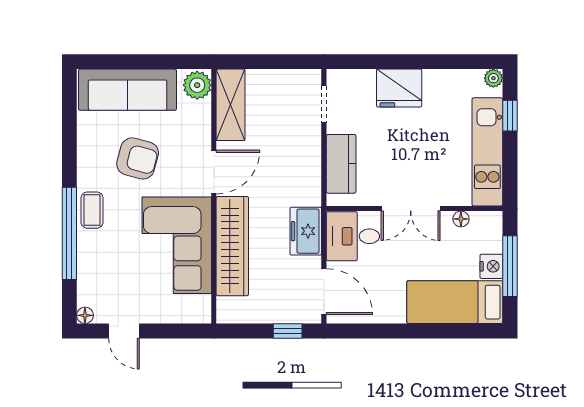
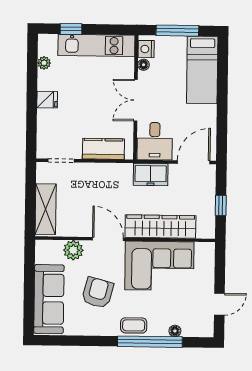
plant: (493, 78) -> (44, 63), moved
plant: (197, 85) -> (73, 250), moved
fridge: (399, 88) -> (47, 100), width x0.53, depth x0.75
shelving: (231, 105) -> (46, 209), moved, turned 90
double door: (411, 209) -> (136, 100), swing flipped
nightstand: (491, 266) -> (146, 49), moved, turned -90
floor lamp: (85, 315) -> (175, 331), moved
window: (288, 331) -> (221, 205), moved

